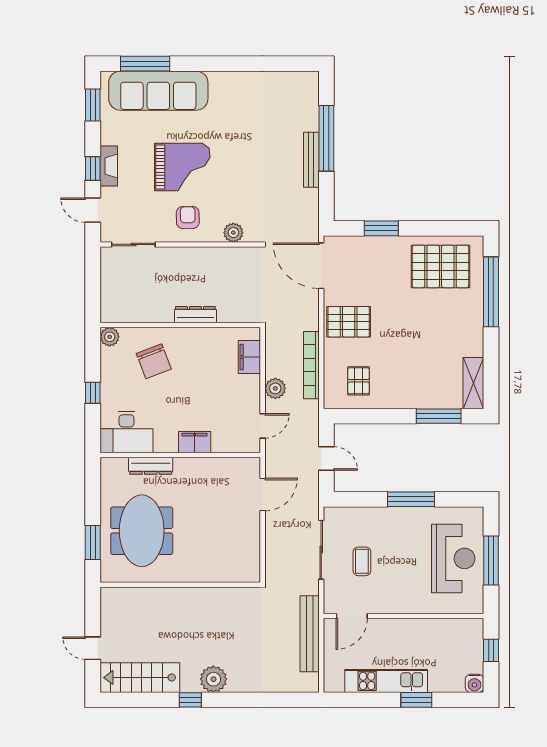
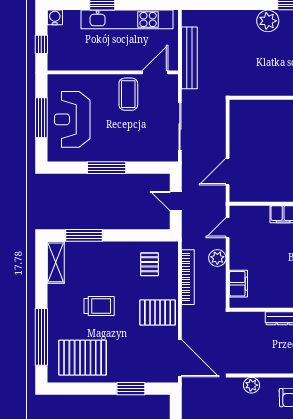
trolley: (420, 330) -> (99, 306), added
coffee table: (362, 561) -> (128, 94), moved, width x1.36, depth x1.30
kitchen unit: (386, 681) -> (127, 19), width x1.36

